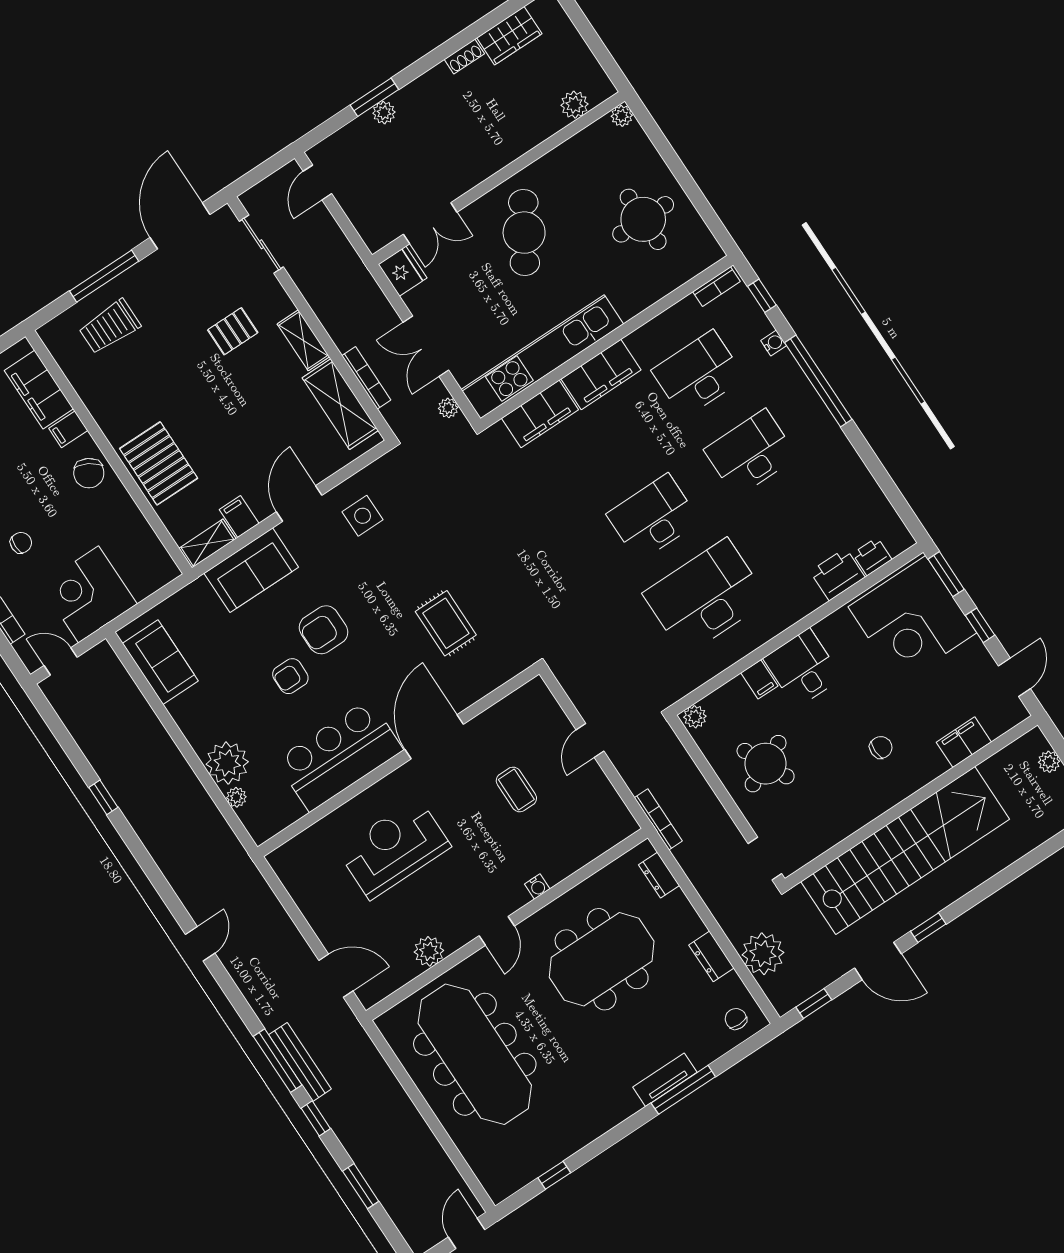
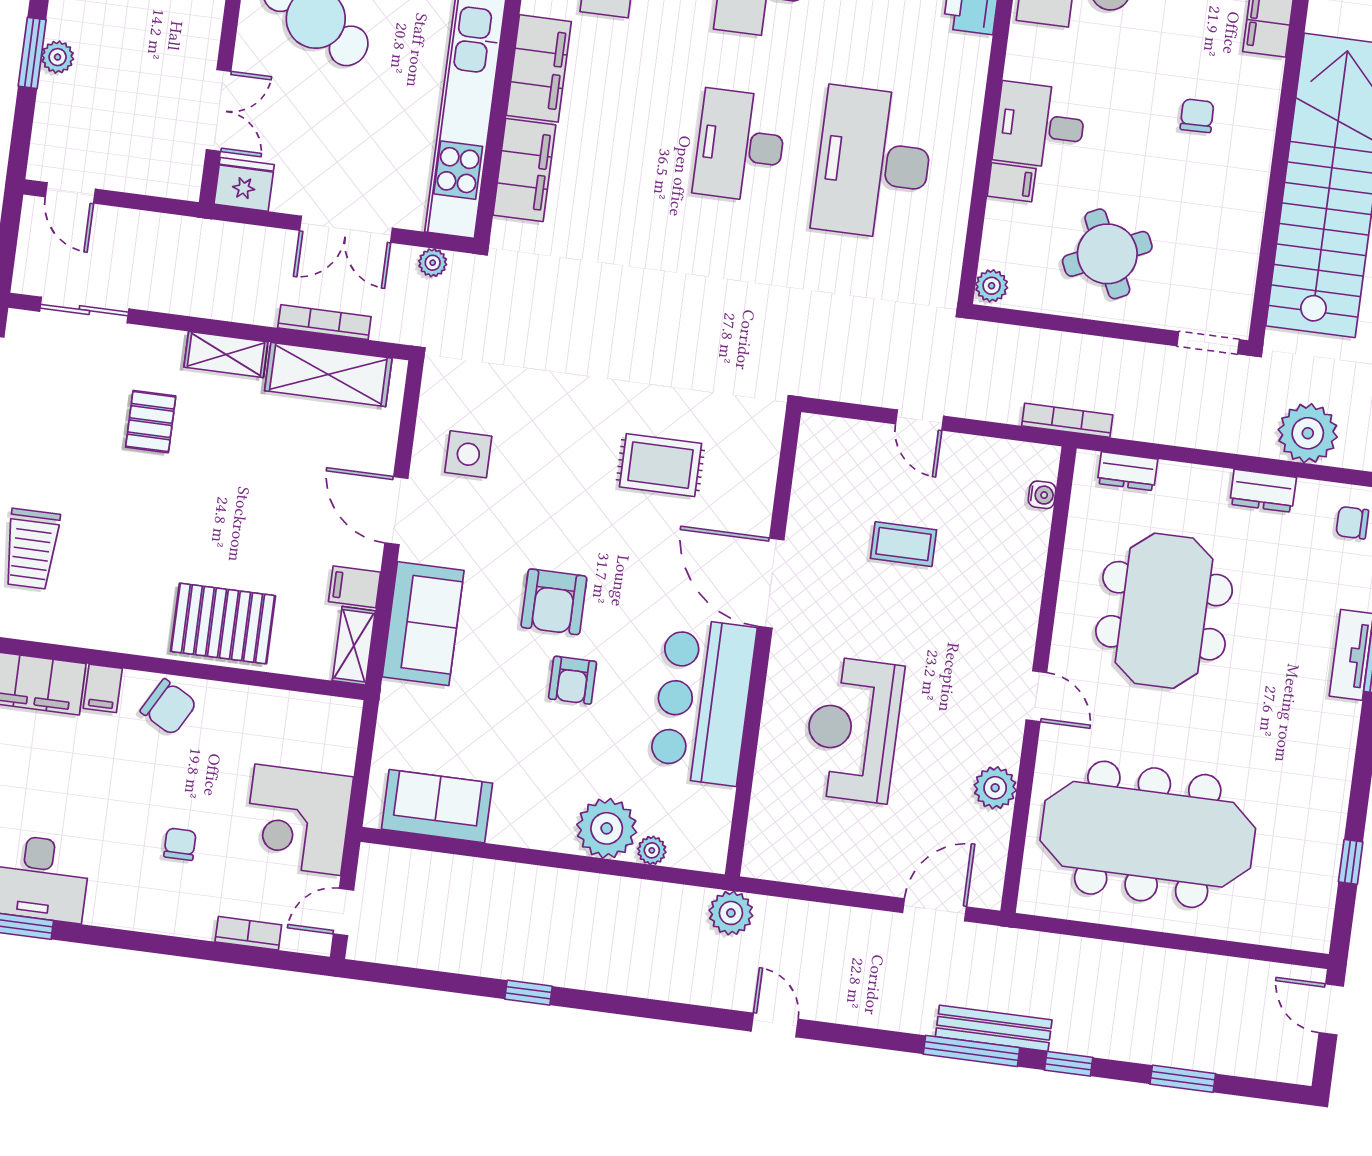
plant: (240, 868) -> (731, 913), added
water cooler: (537, 887) -> (1042, 495), moved

